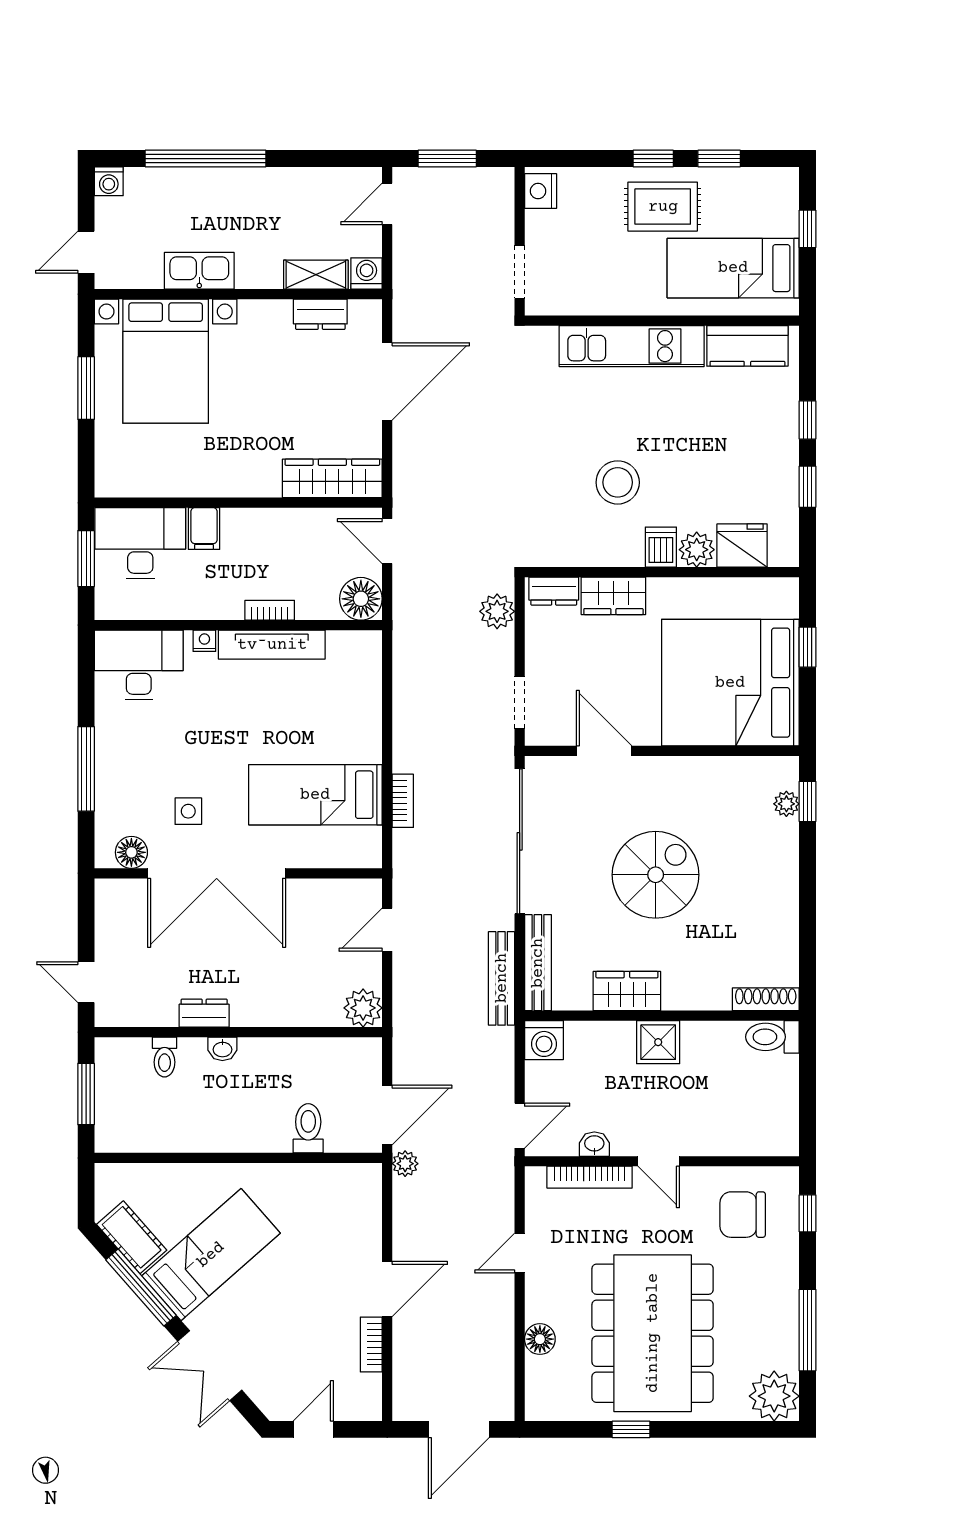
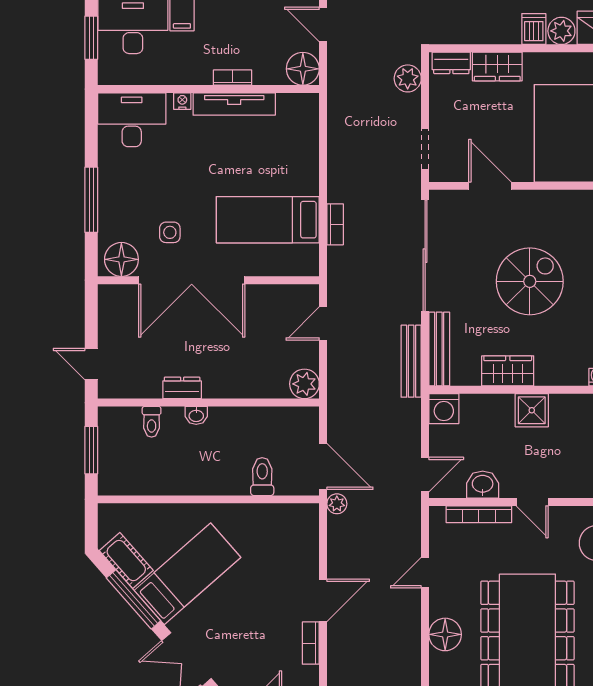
floor lamp: (131, 852) -> (121, 259), width x1.38, depth x1.38
door: (387, 1115) -> (323, 466), hinge flipped
washbasin: (594, 1144) -> (483, 485), width x1.38, depth x1.45
floor lamp: (540, 1339) -> (445, 634), width x1.38, depth x1.38

